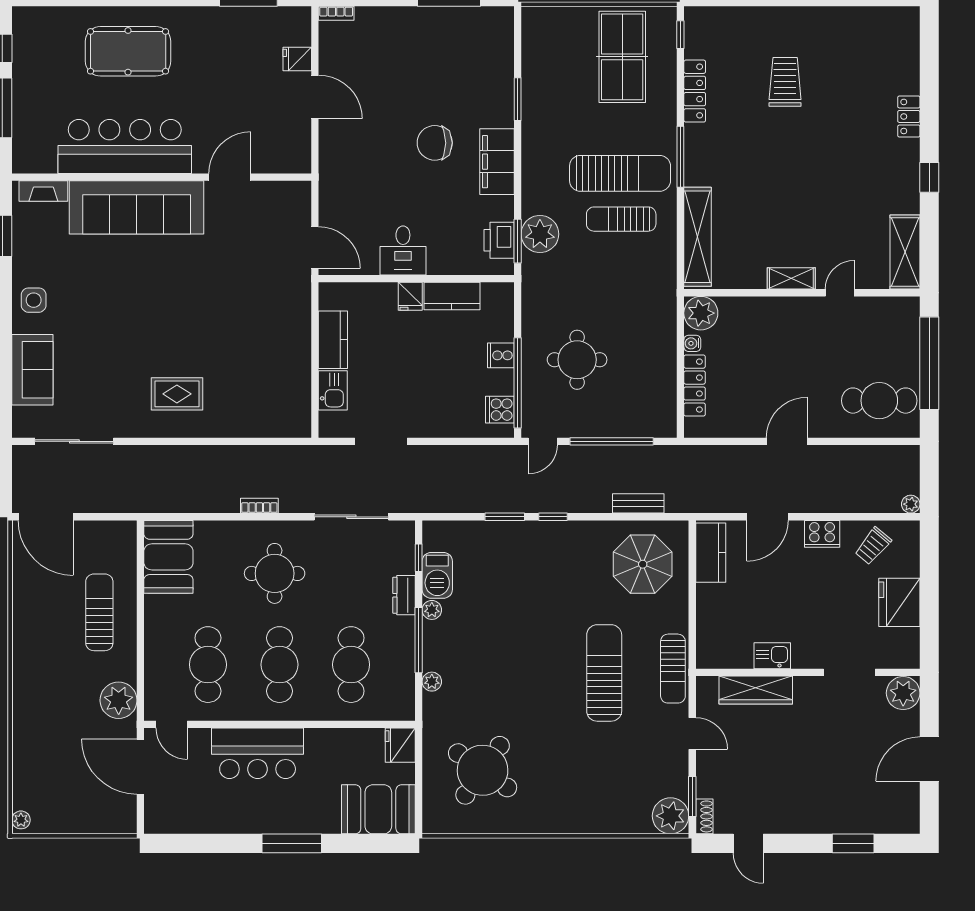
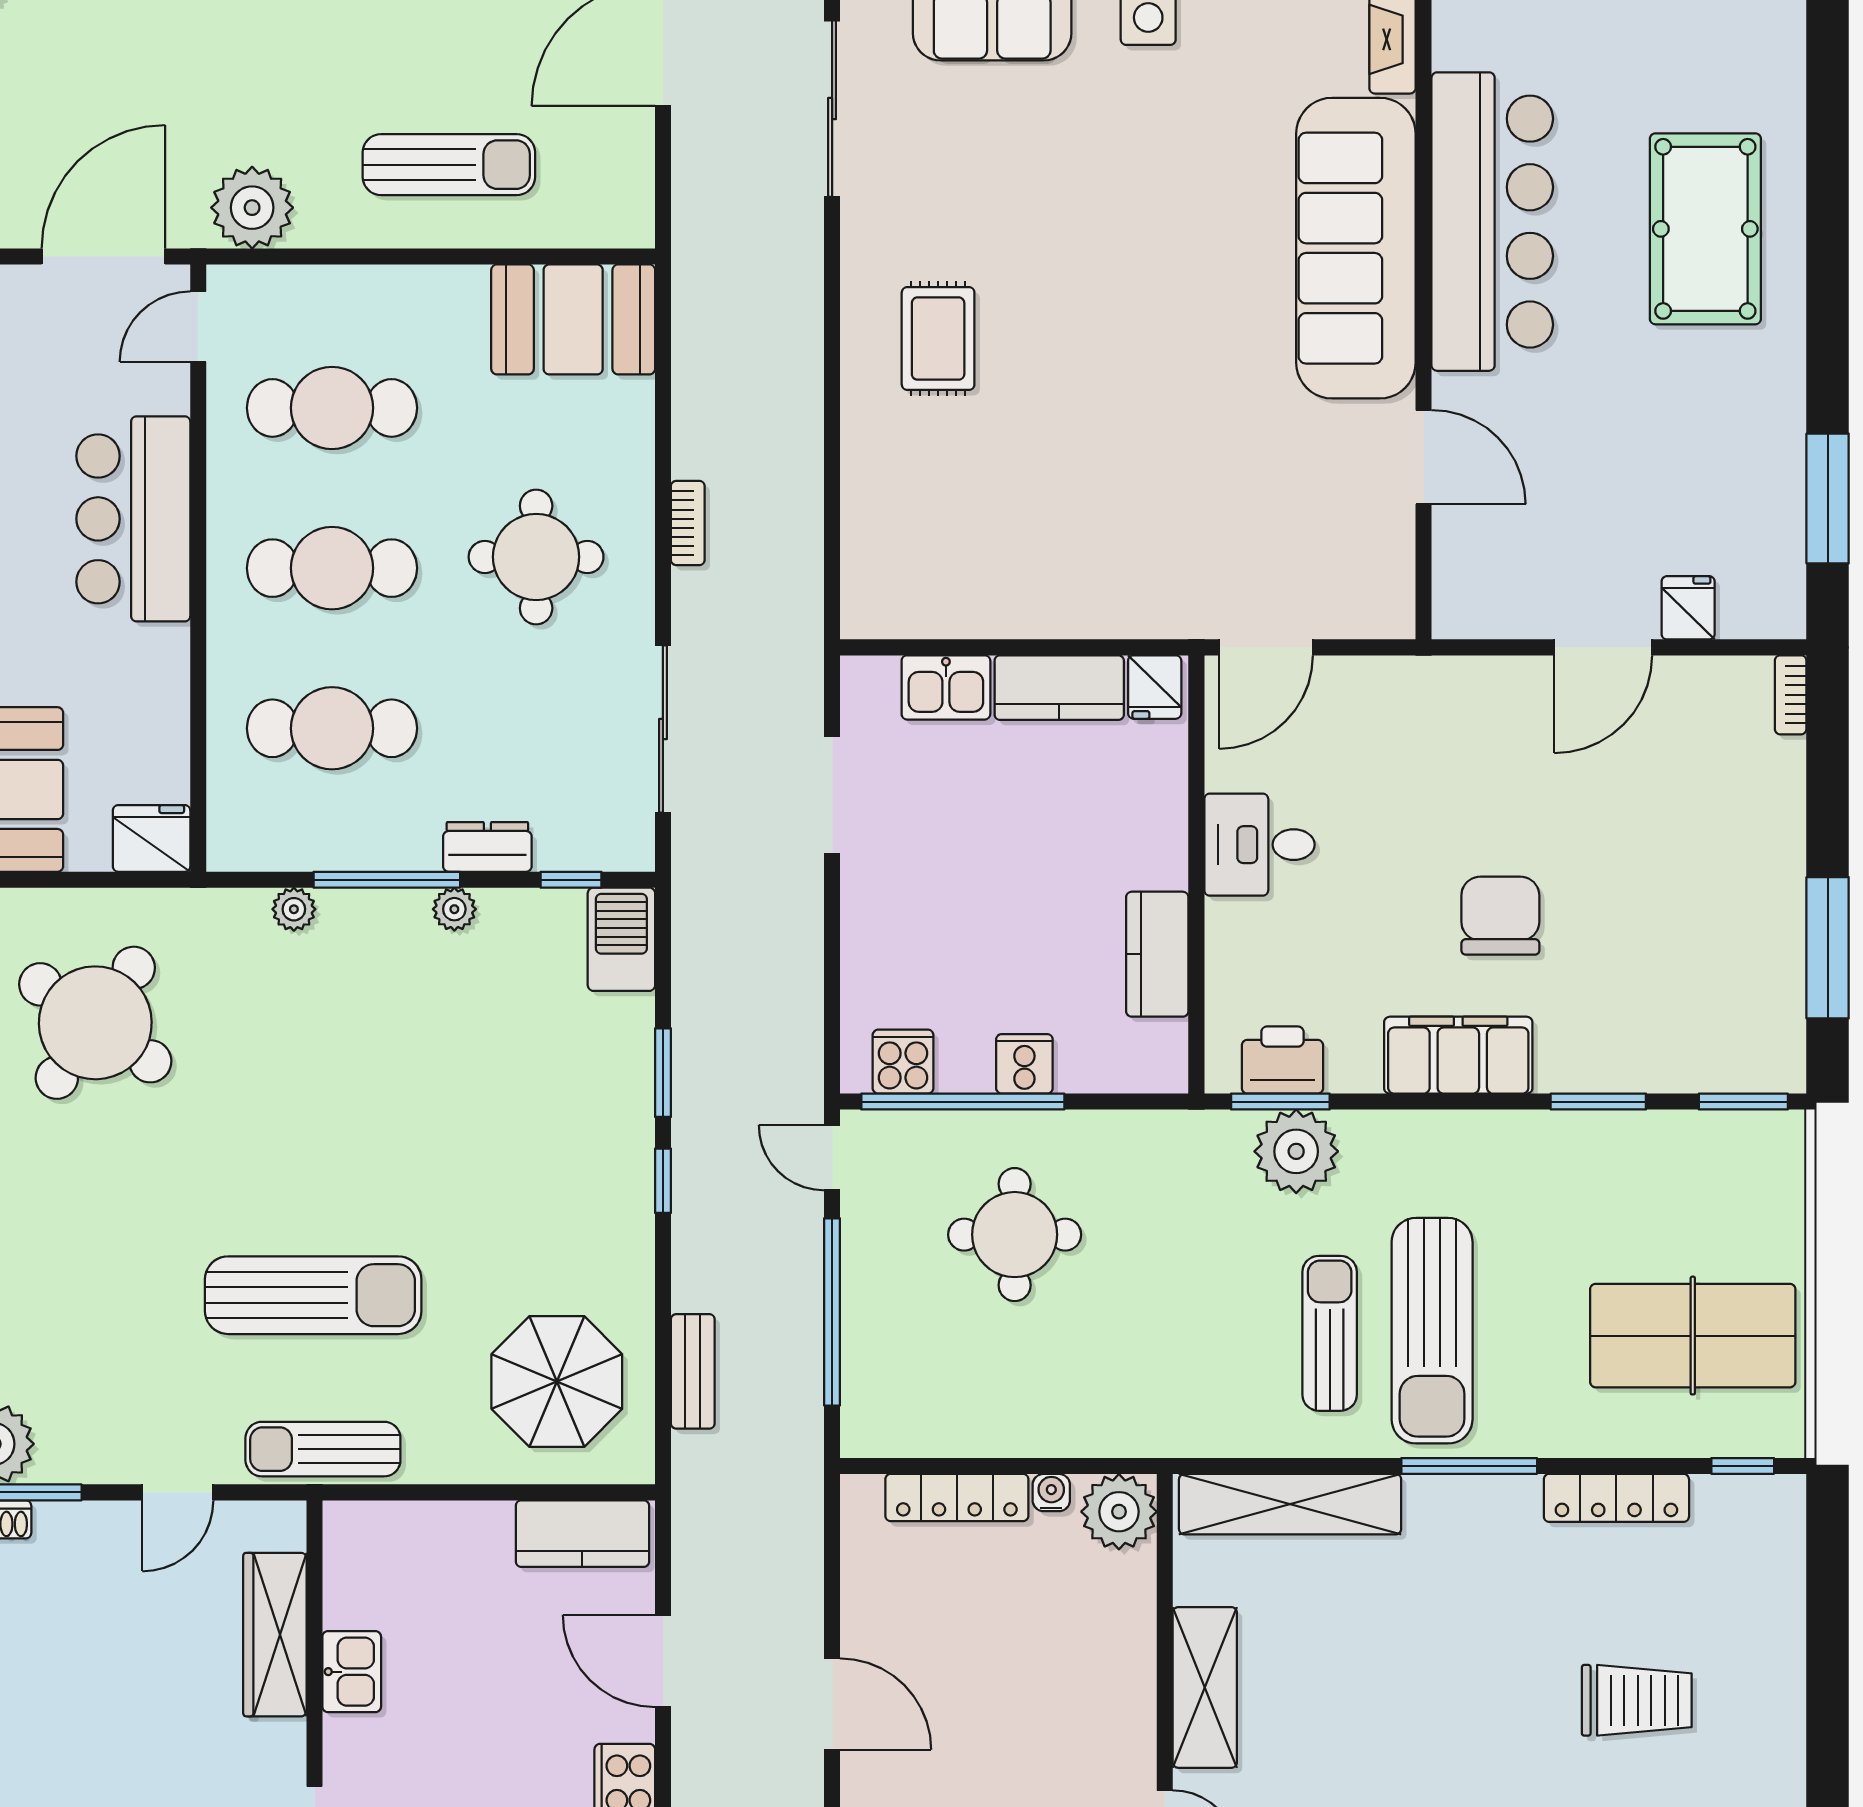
window: (518, 34) -> (1743, 1102), added
shelving: (791, 278) -> (1205, 1687), width x1.50, depth x1.33
fridge: (410, 296) -> (1155, 687), moved, turned -90
barbecue: (437, 575) -> (621, 939), moved, turned 90

